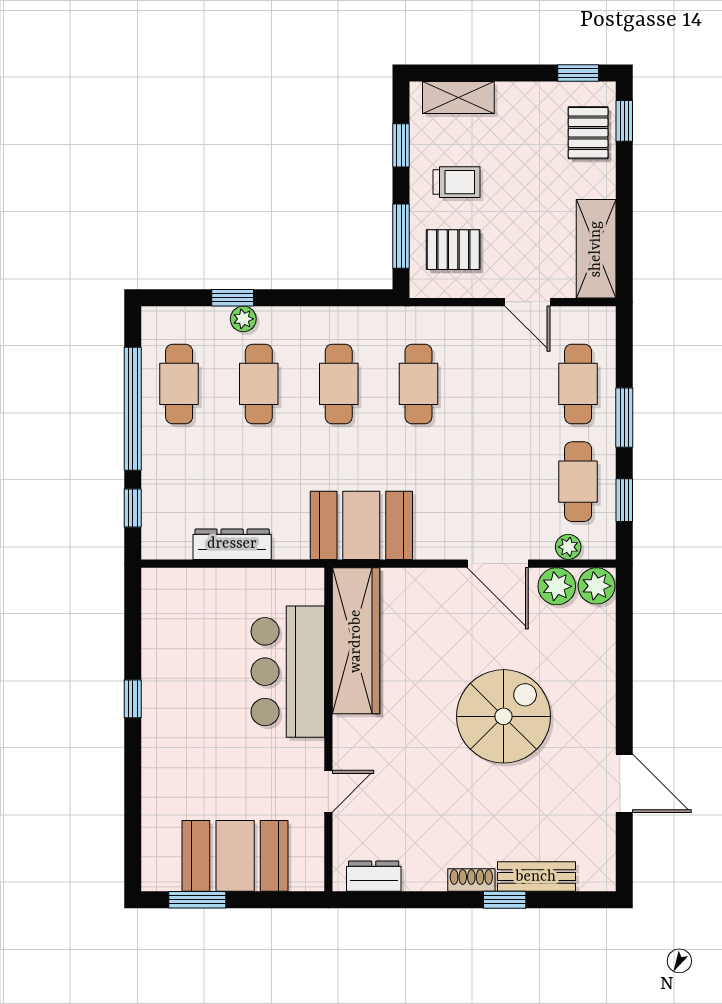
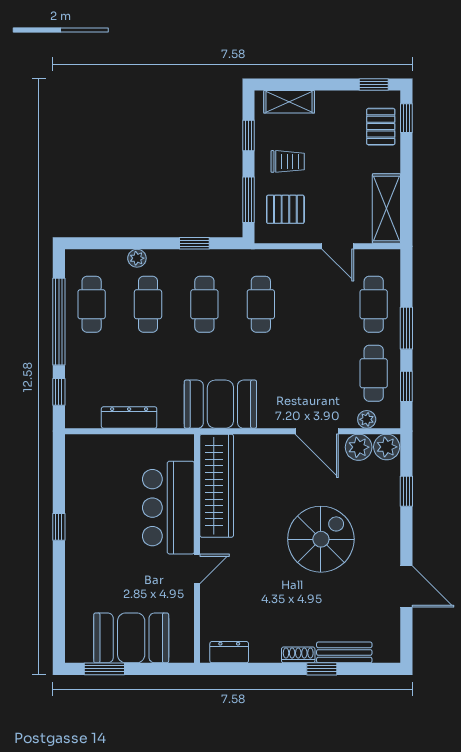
window: (233, 298) -> (194, 243), moved
window: (624, 649) -> (406, 491), added
door: (328, 791) -> (197, 569), moved

